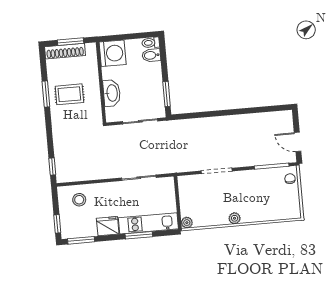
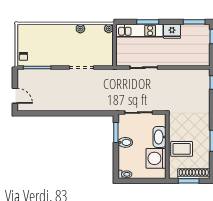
washing machine: (113, 53) -> (156, 158), moved
bidet: (151, 55) -> (125, 142), moved
rug: (69, 94) -> (182, 149), moved
door: (298, 142) -> (15, 96), moved
stool: (79, 200) -> (193, 54), removed
plant: (235, 218) -> (80, 29), moved

